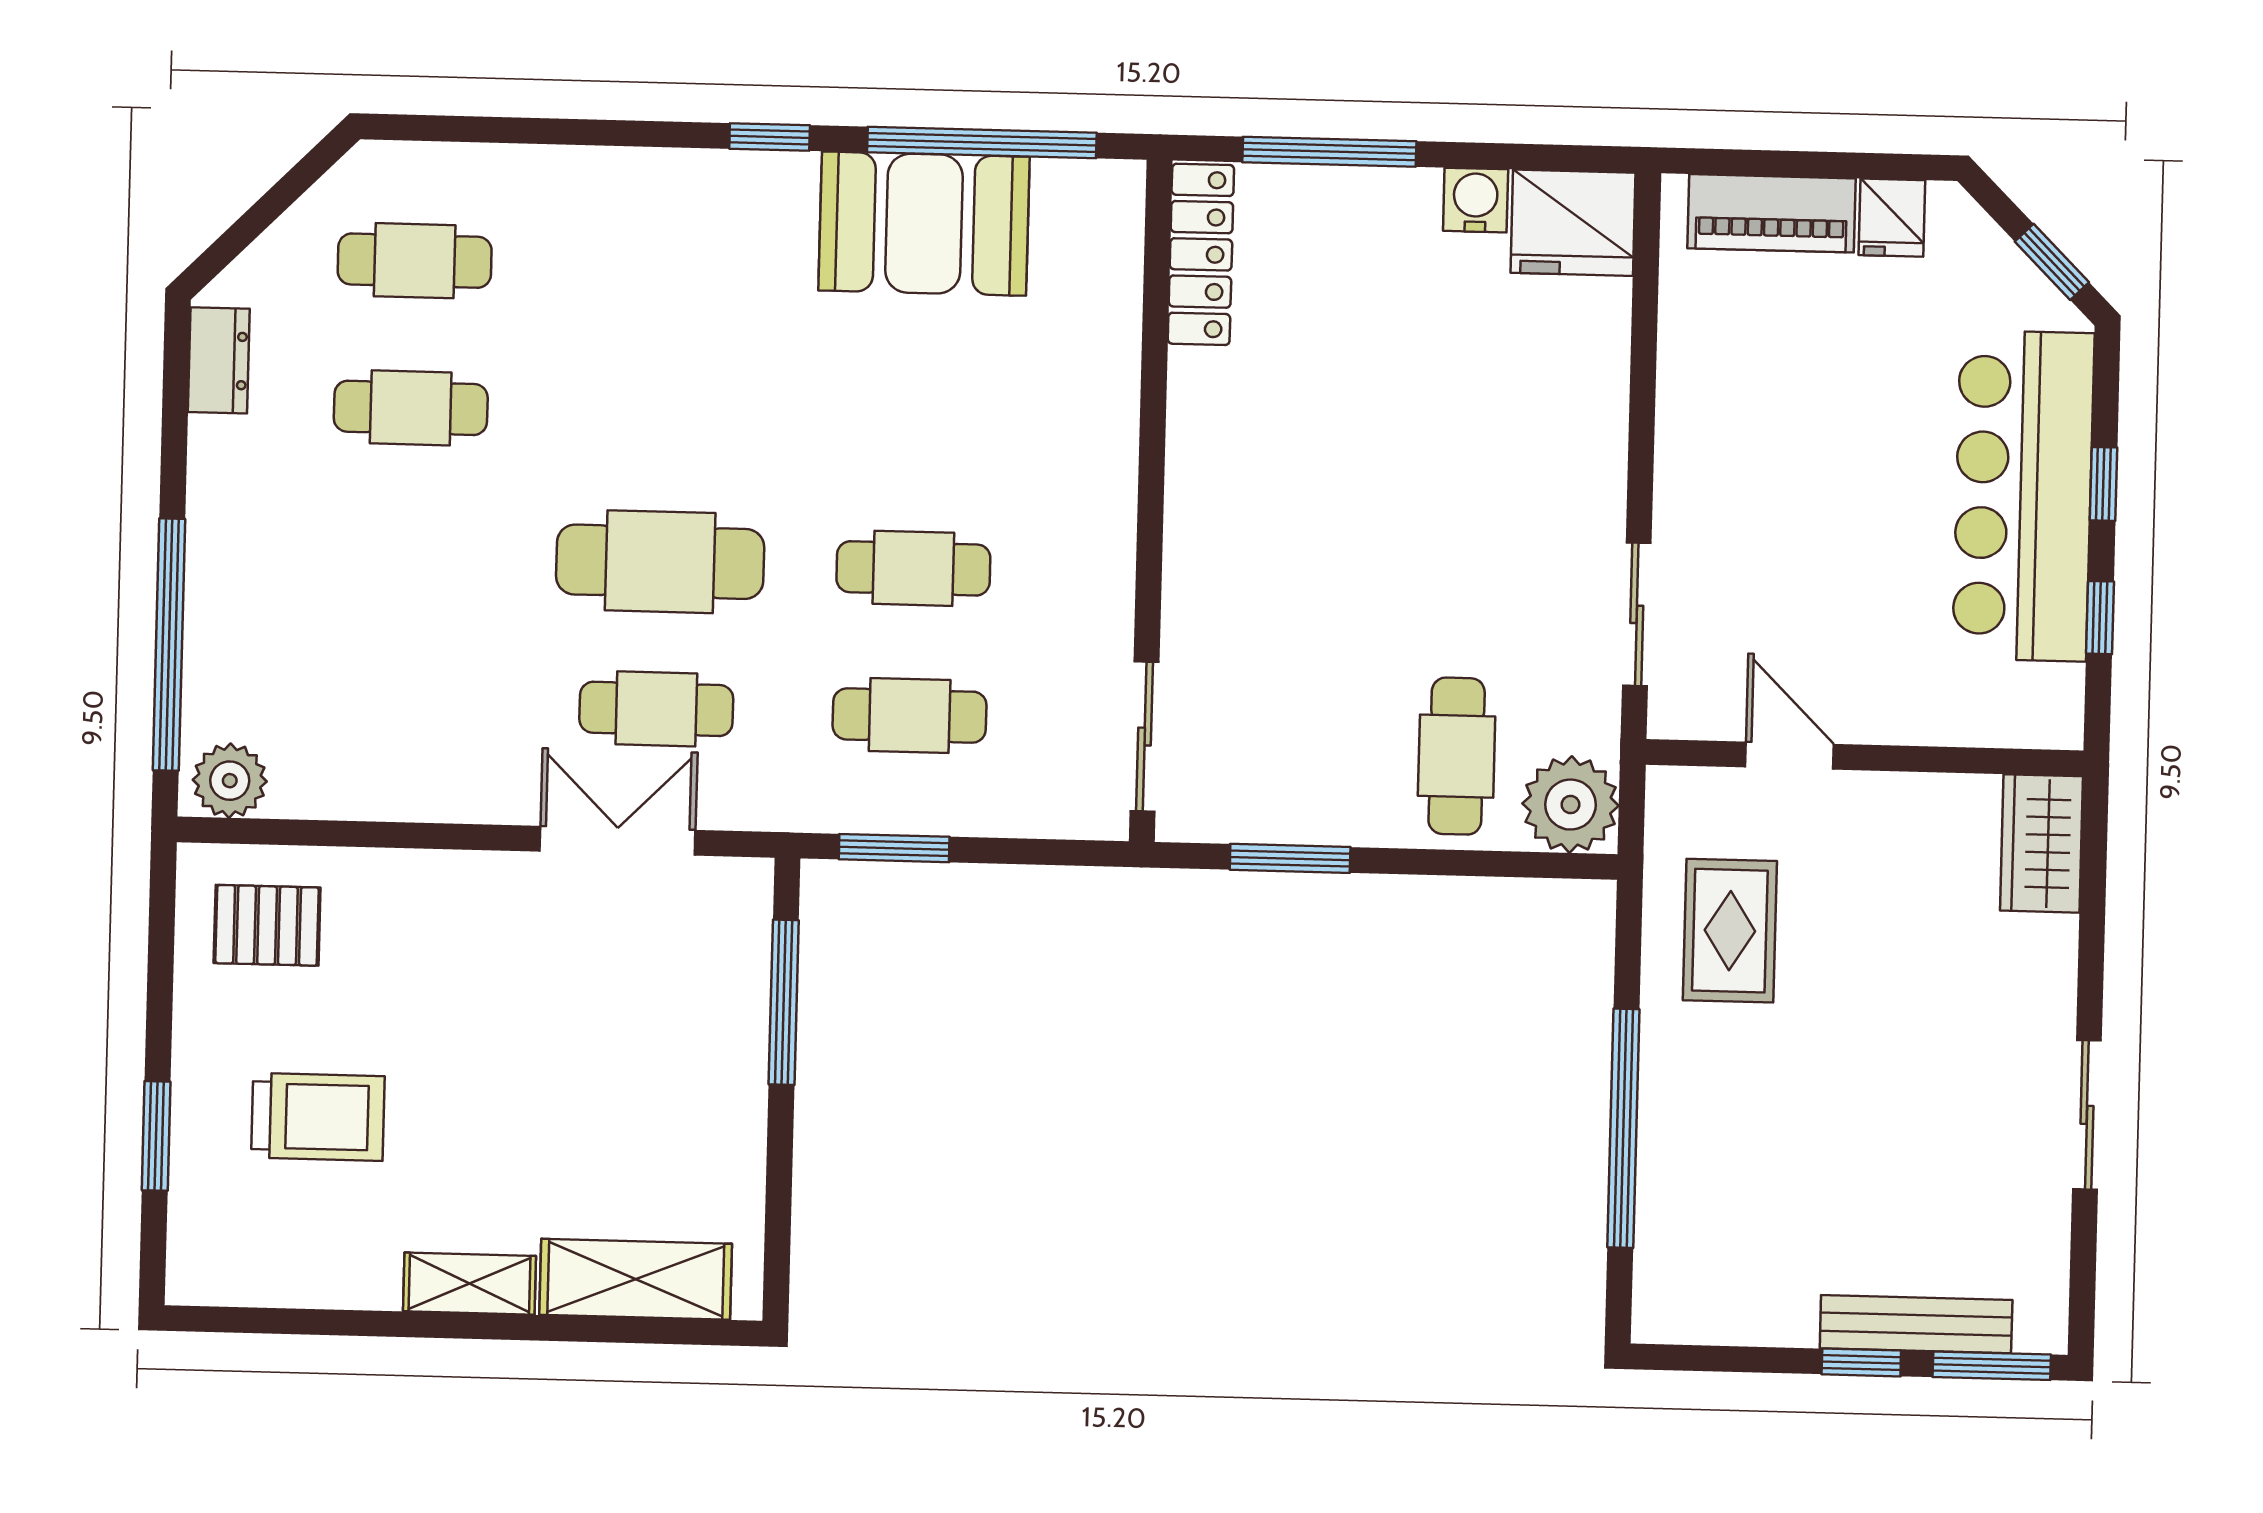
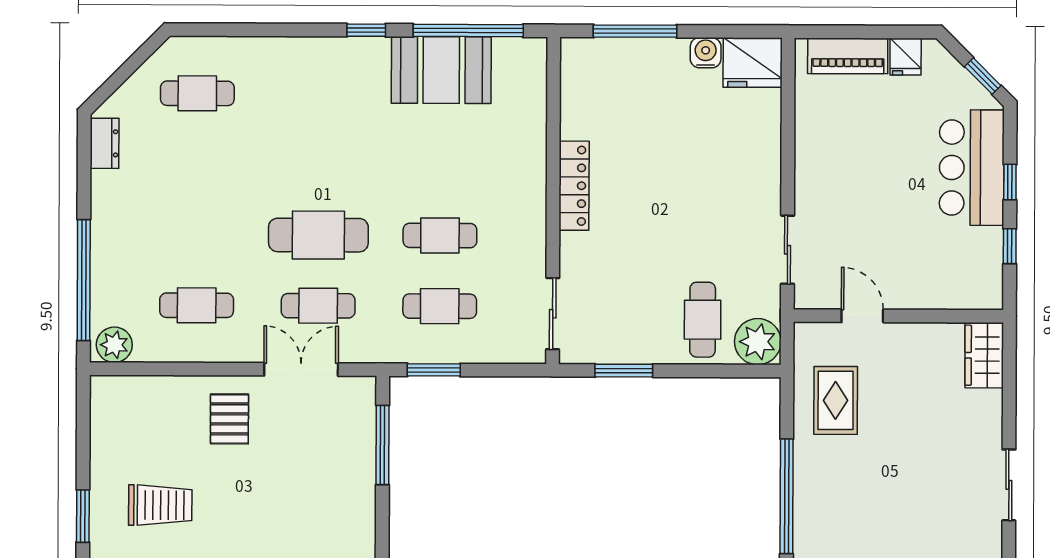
locker: (1201, 254) -> (574, 186), moved
cafe table: (411, 408) -> (197, 305), moved
bar counter: (2023, 496) -> (972, 168), width x0.73
pallet: (267, 925) -> (229, 419), moved, turned 90

